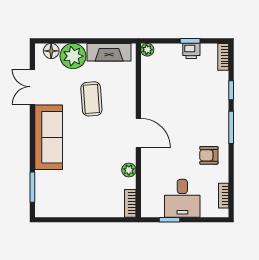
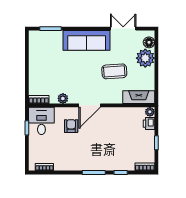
printer: (191, 51) -> (149, 124), moved
fireplace: (109, 52) -> (139, 97), moved, turned 90
armchair: (209, 155) -> (71, 126), moved
desk: (182, 198) -> (41, 121), moved, turned 90

